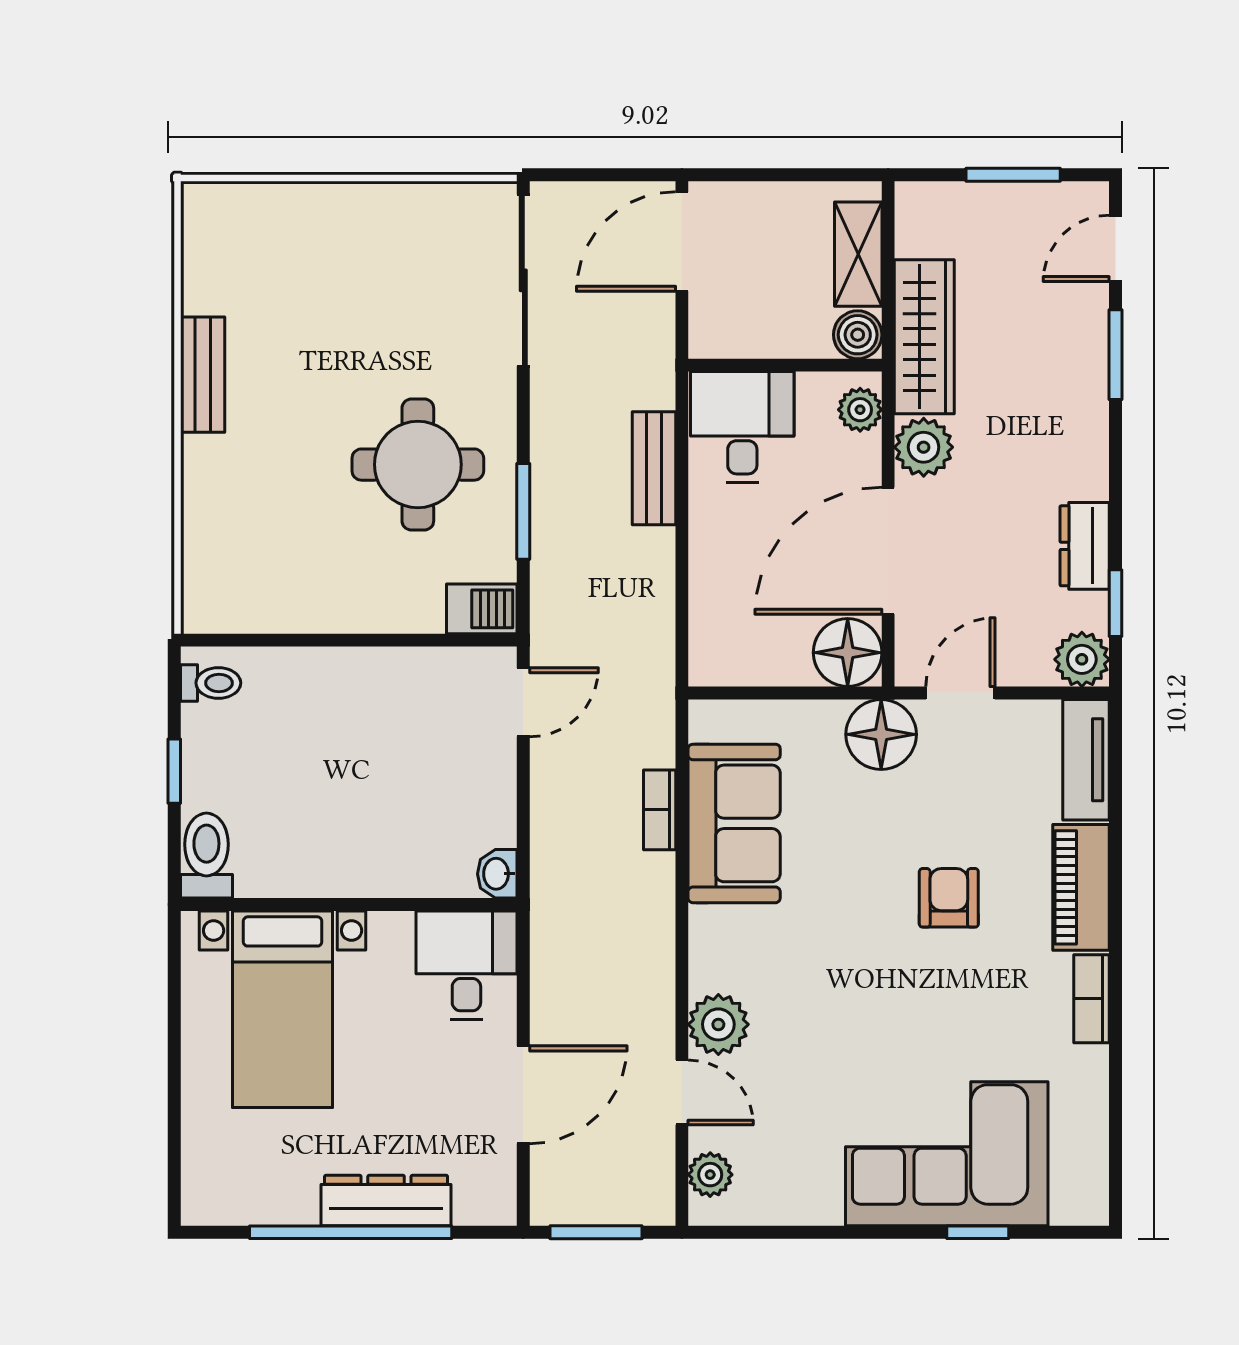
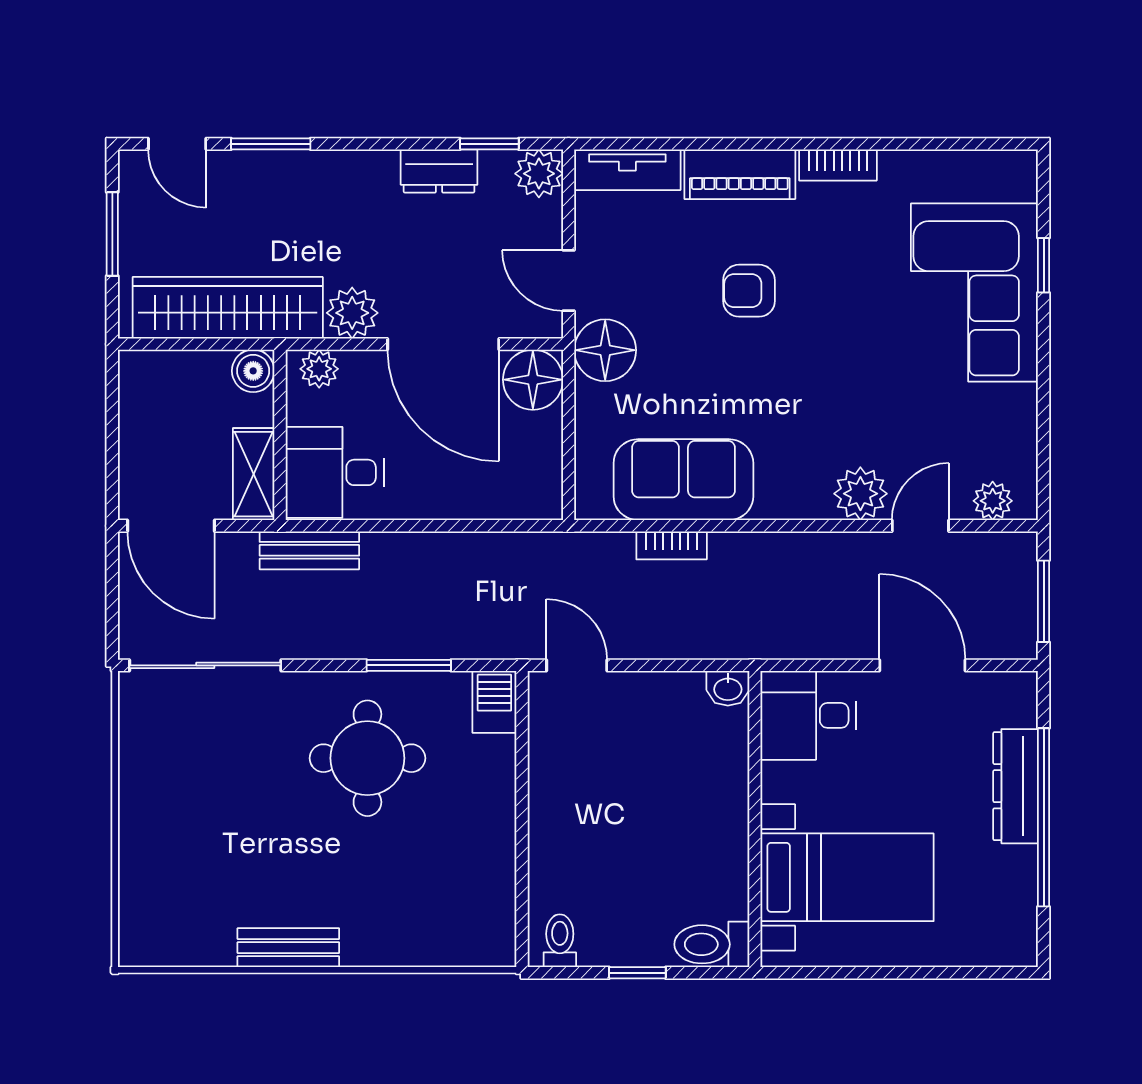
shelving: (858, 254) -> (254, 474), moved, turned 90
wardrobe: (924, 337) -> (228, 308), width x1.40, depth x1.17
bench: (654, 468) -> (309, 550), moved

